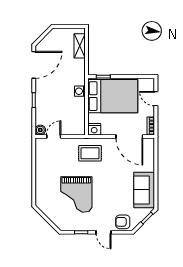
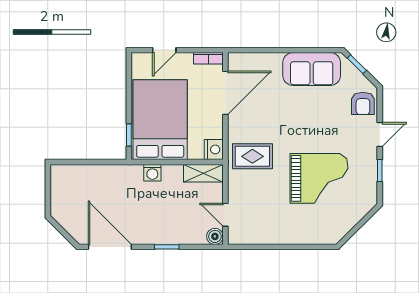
shelving: (80, 46) -> (203, 173), moved
rug: (90, 153) -> (252, 156), turned 90

